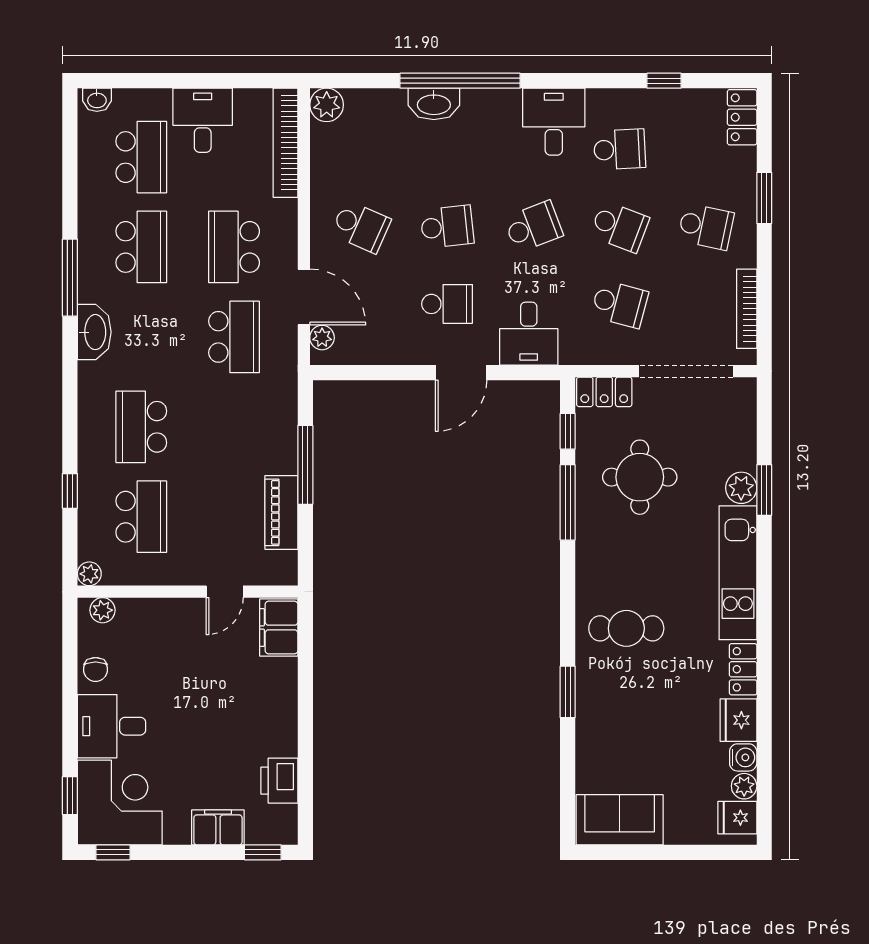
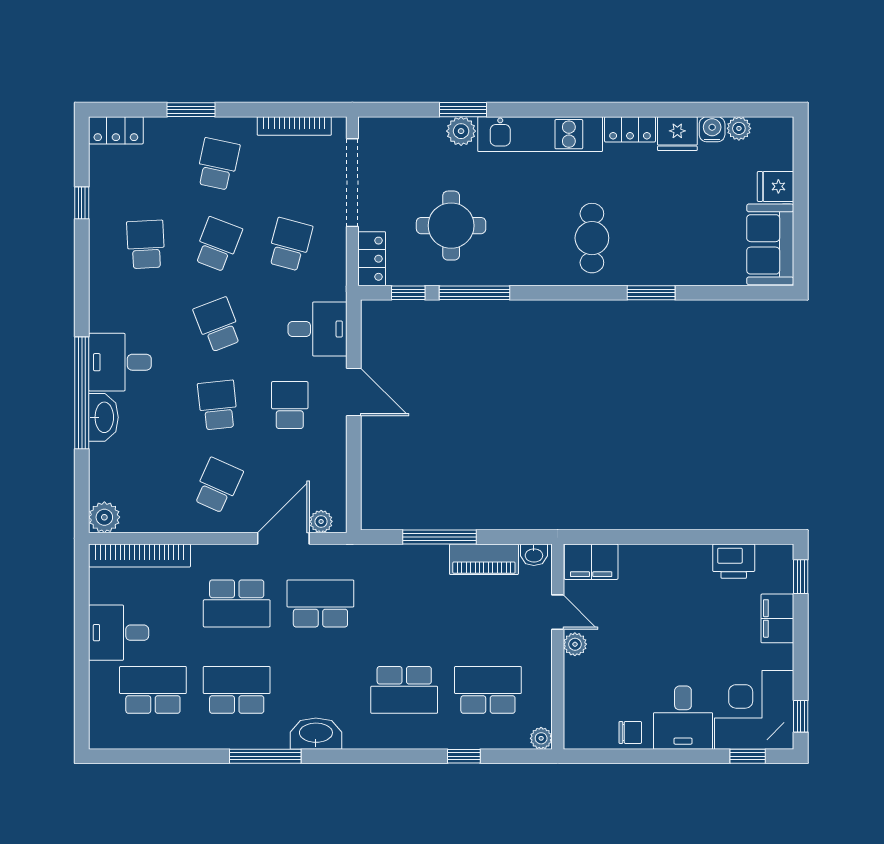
washbasin: (97, 100) -> (534, 555), moved, turned 90
desk: (554, 122) -> (120, 362), moved
plant: (102, 610) -> (575, 644), moved
fridge: (737, 818) -> (776, 186), moved, turned 90

